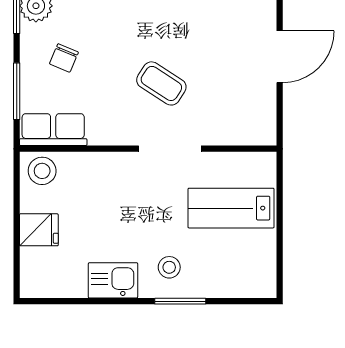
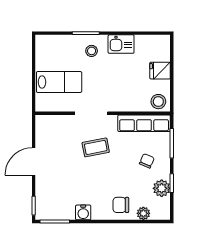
coffee table: (161, 83) -> (96, 147), turned -44
row of seats: (53, 130) -> (144, 123), width x1.48

